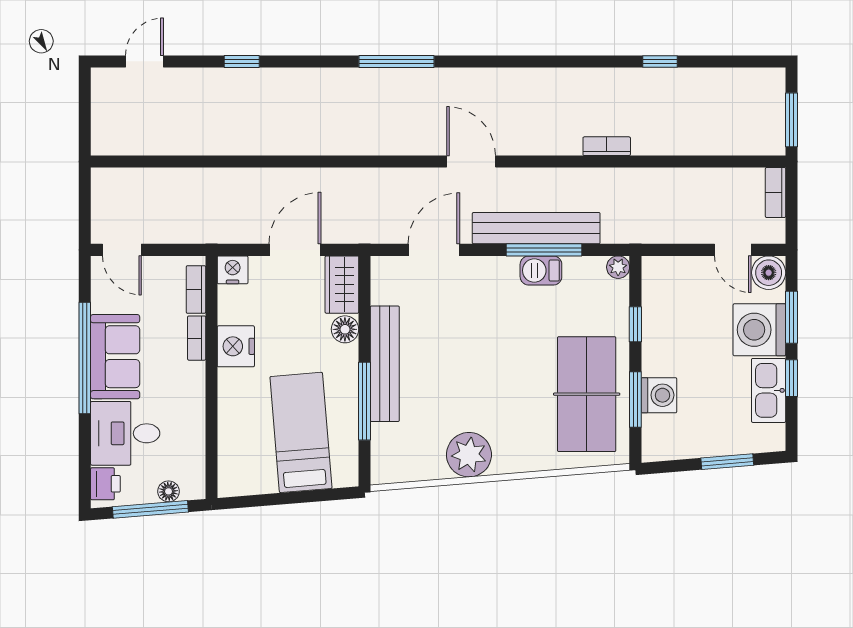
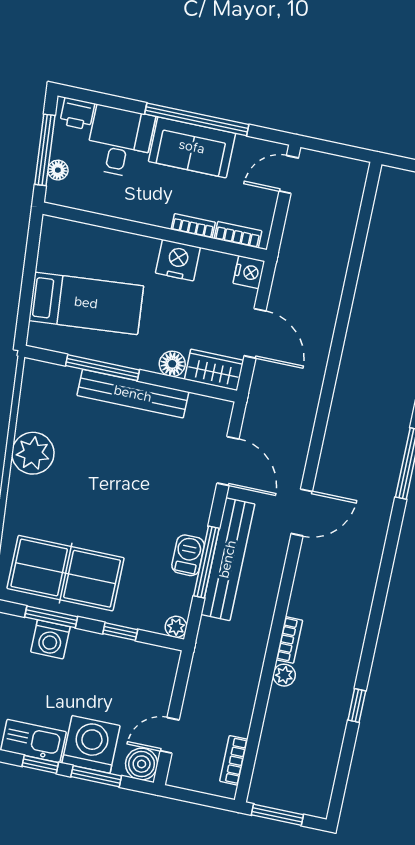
plant: (644, 144) -> (284, 675), added
bookcase: (776, 193) -> (234, 760), moved, turned -90

